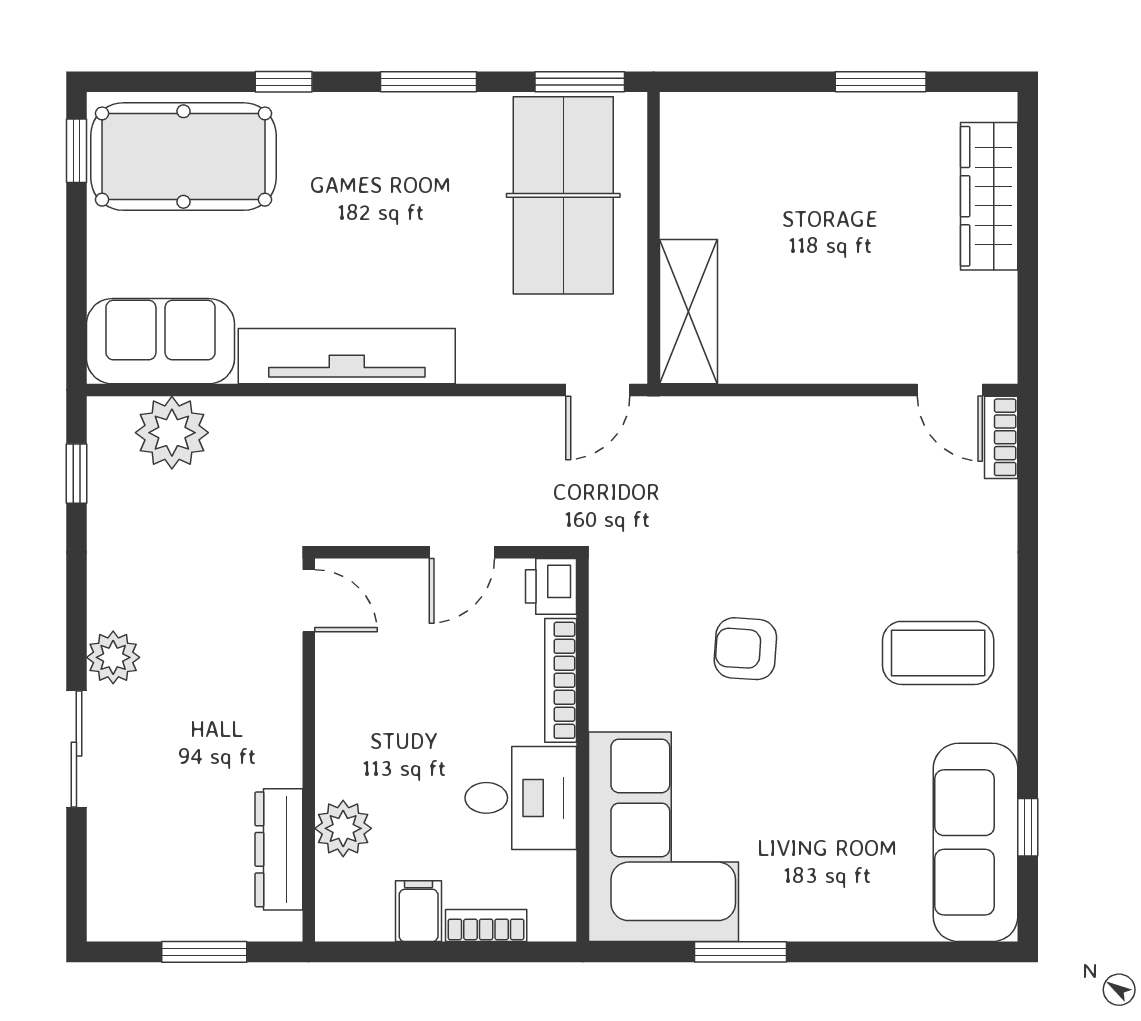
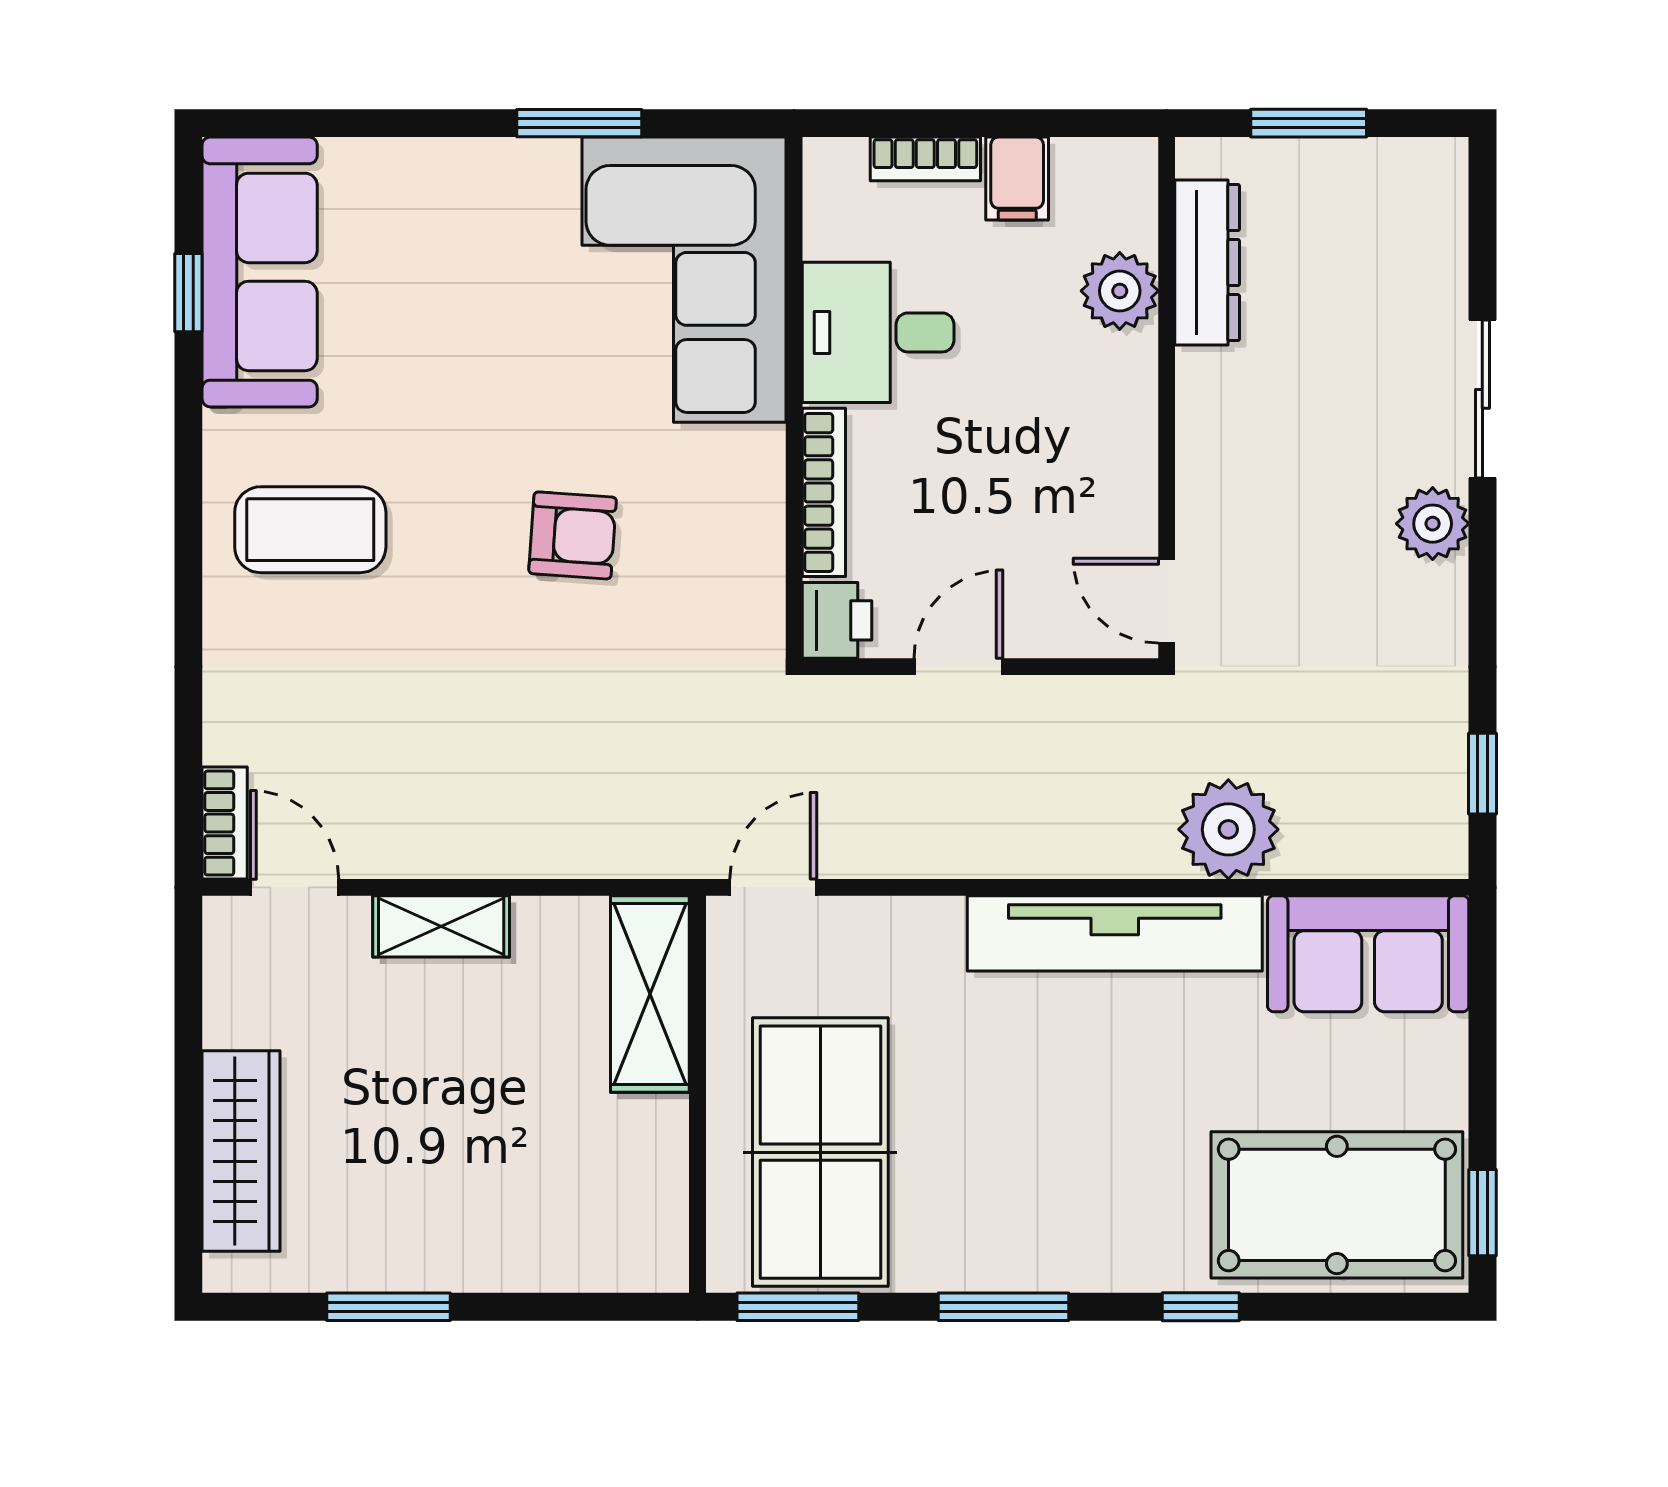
shelving: (842, 361) -> (441, 926), added
plant: (172, 433) -> (1228, 829), moved

